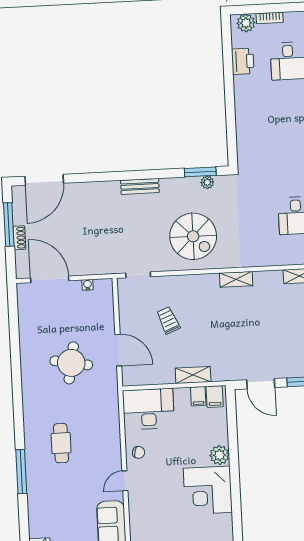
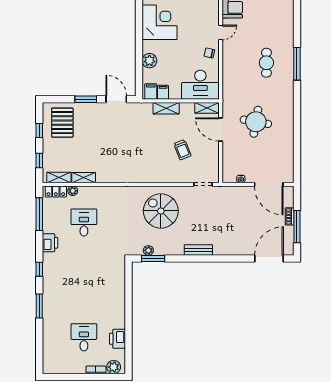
shelving: (236, 279) -> (207, 108), moved
plant: (220, 455) -> (149, 61), moved
window: (21, 472) -> (297, 64), moved

